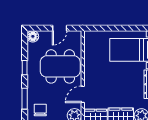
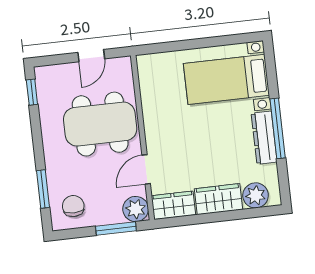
floor lamp: (33, 36) -> (45, 76), removed
window: (25, 68) -> (32, 92), moved

